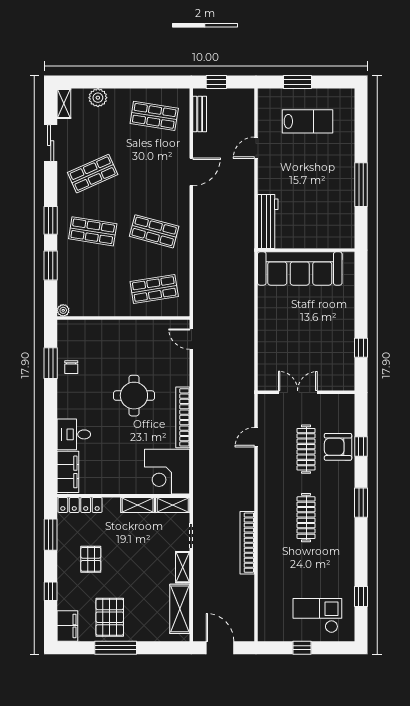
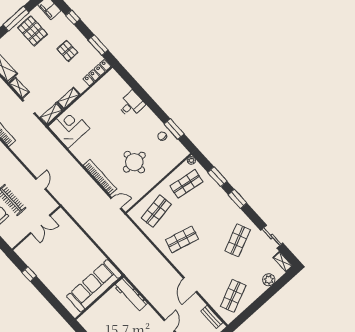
shop shelf: (154, 116) -> (233, 296), turned -33
shop shelf: (93, 231) -> (186, 184), moved
round table: (134, 396) -> (134, 162), moved
bookcase: (183, 417) -> (100, 177), moved
filing cabinet: (68, 472) -> (117, 83), removed

